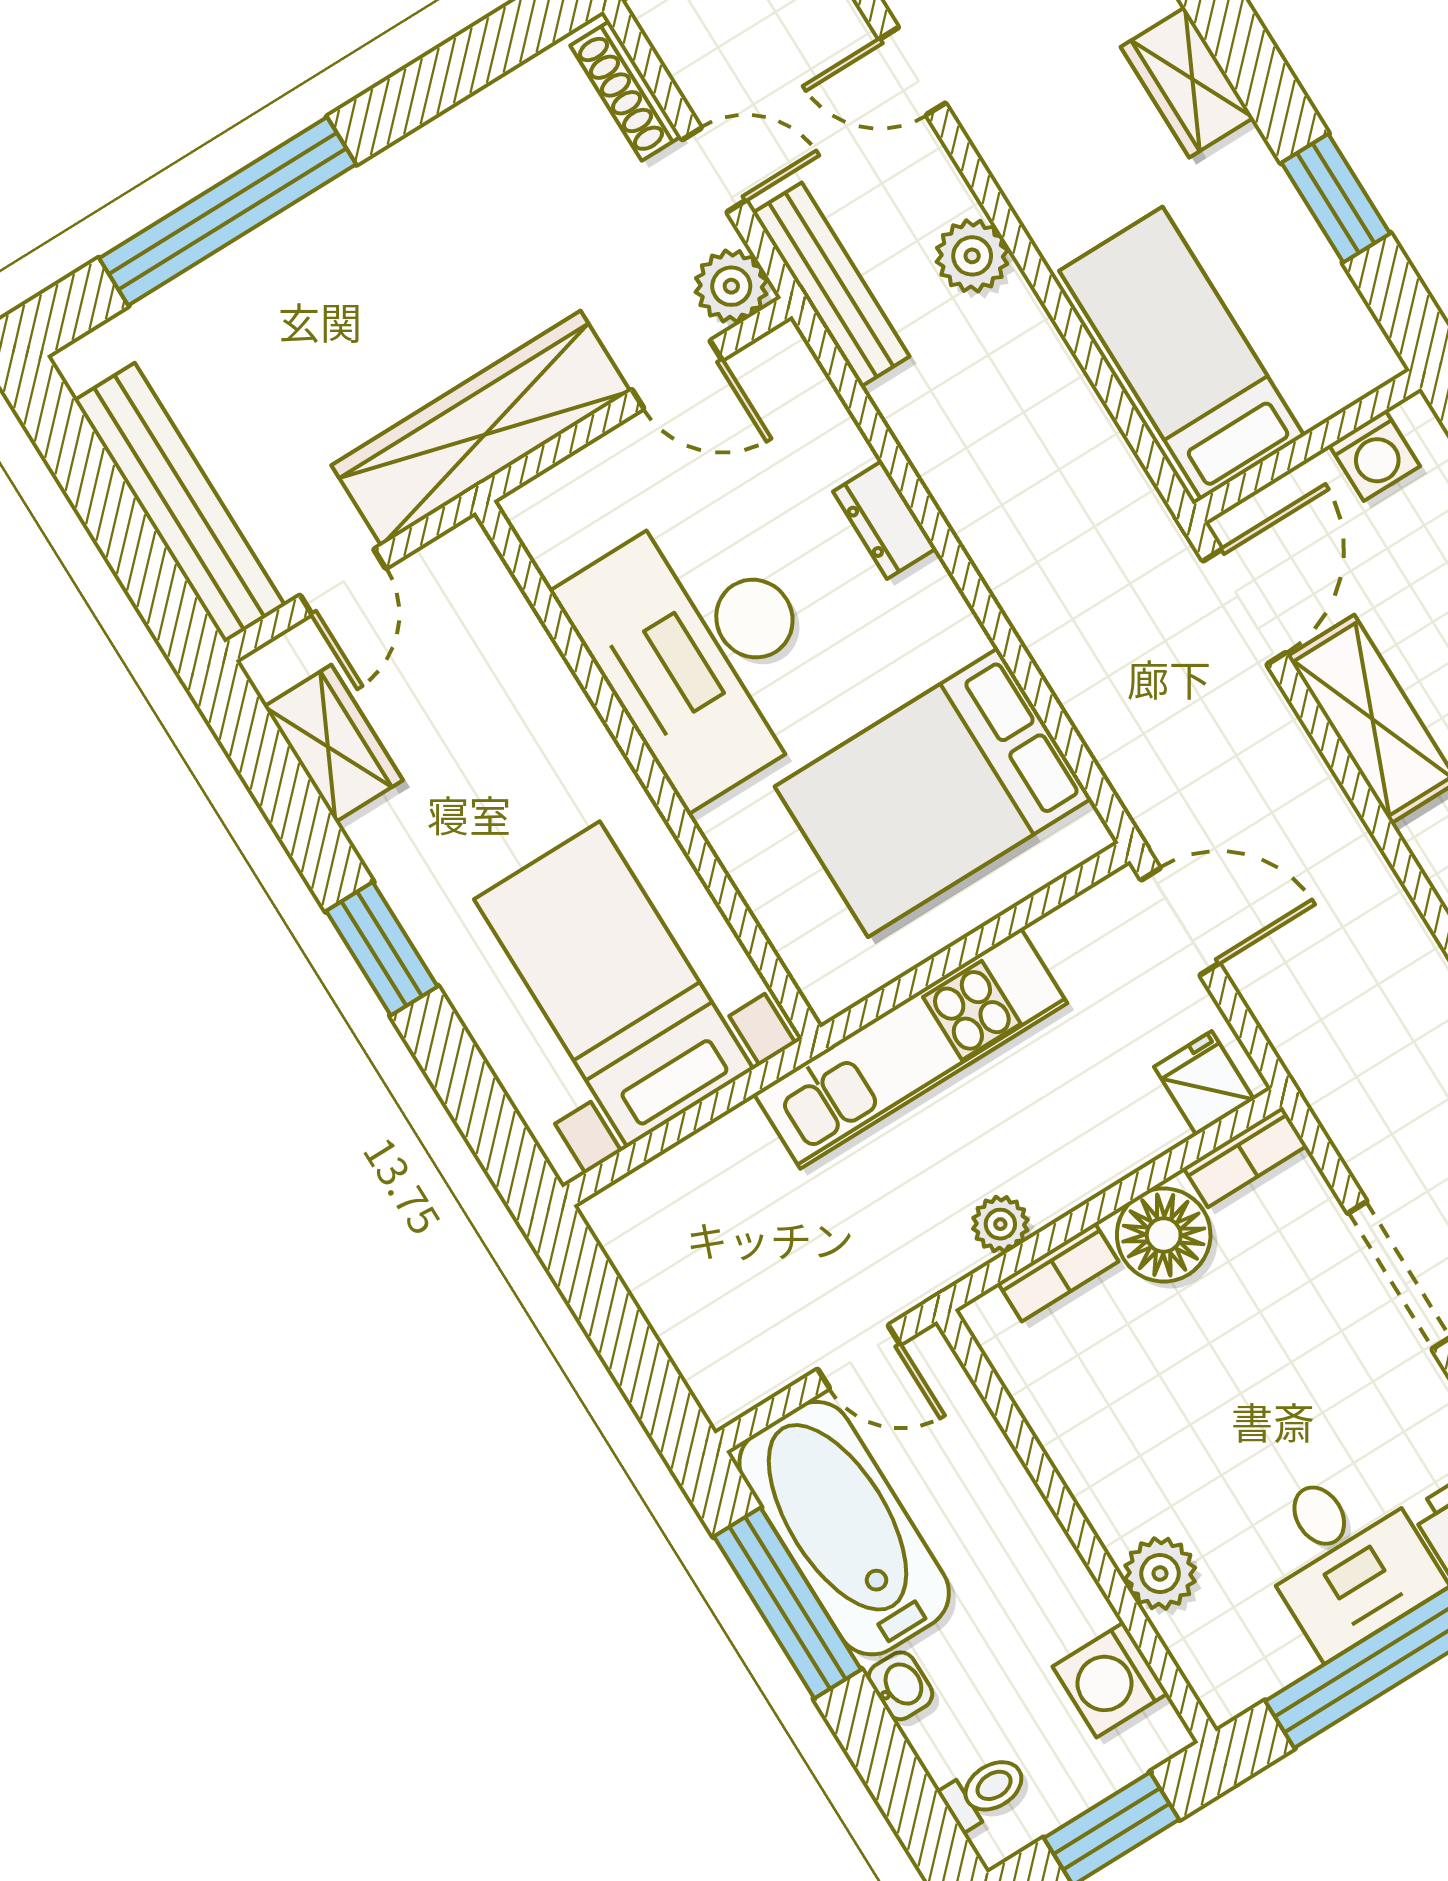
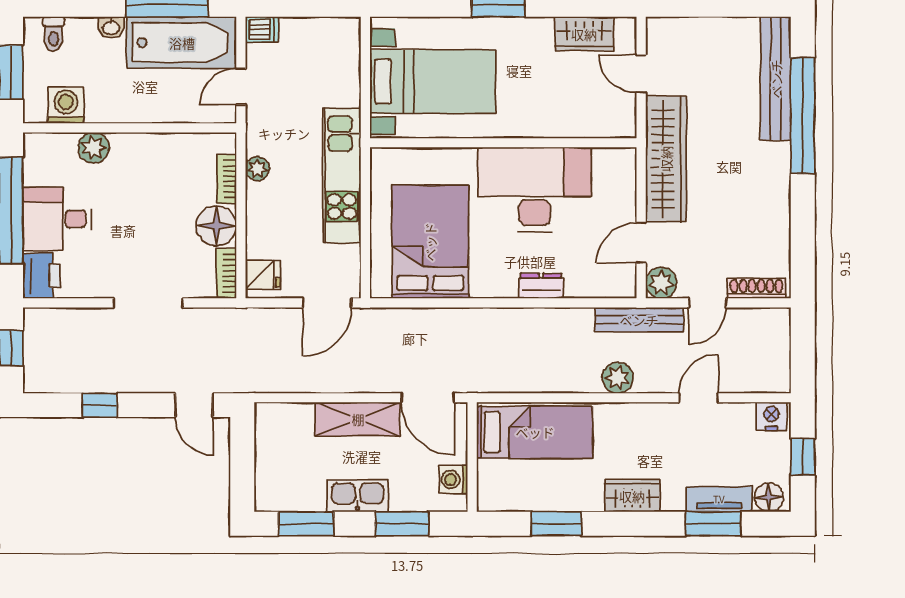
bench: (180, 503) -> (776, 79), moved, turned 90
dishwasher: (720, 1385) -> (262, 30), added

